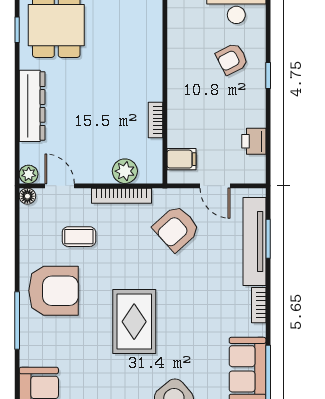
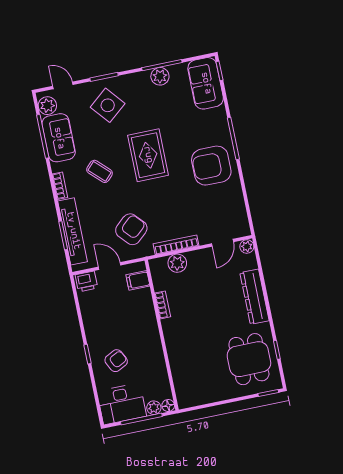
printer: (254, 141) -> (86, 281), moved, turned 90
door: (60, 186) -> (222, 243), hinge flipped
floor lamp: (27, 196) -> (244, 230), removed
coffee table: (79, 237) -> (100, 171), moved, turned 44

